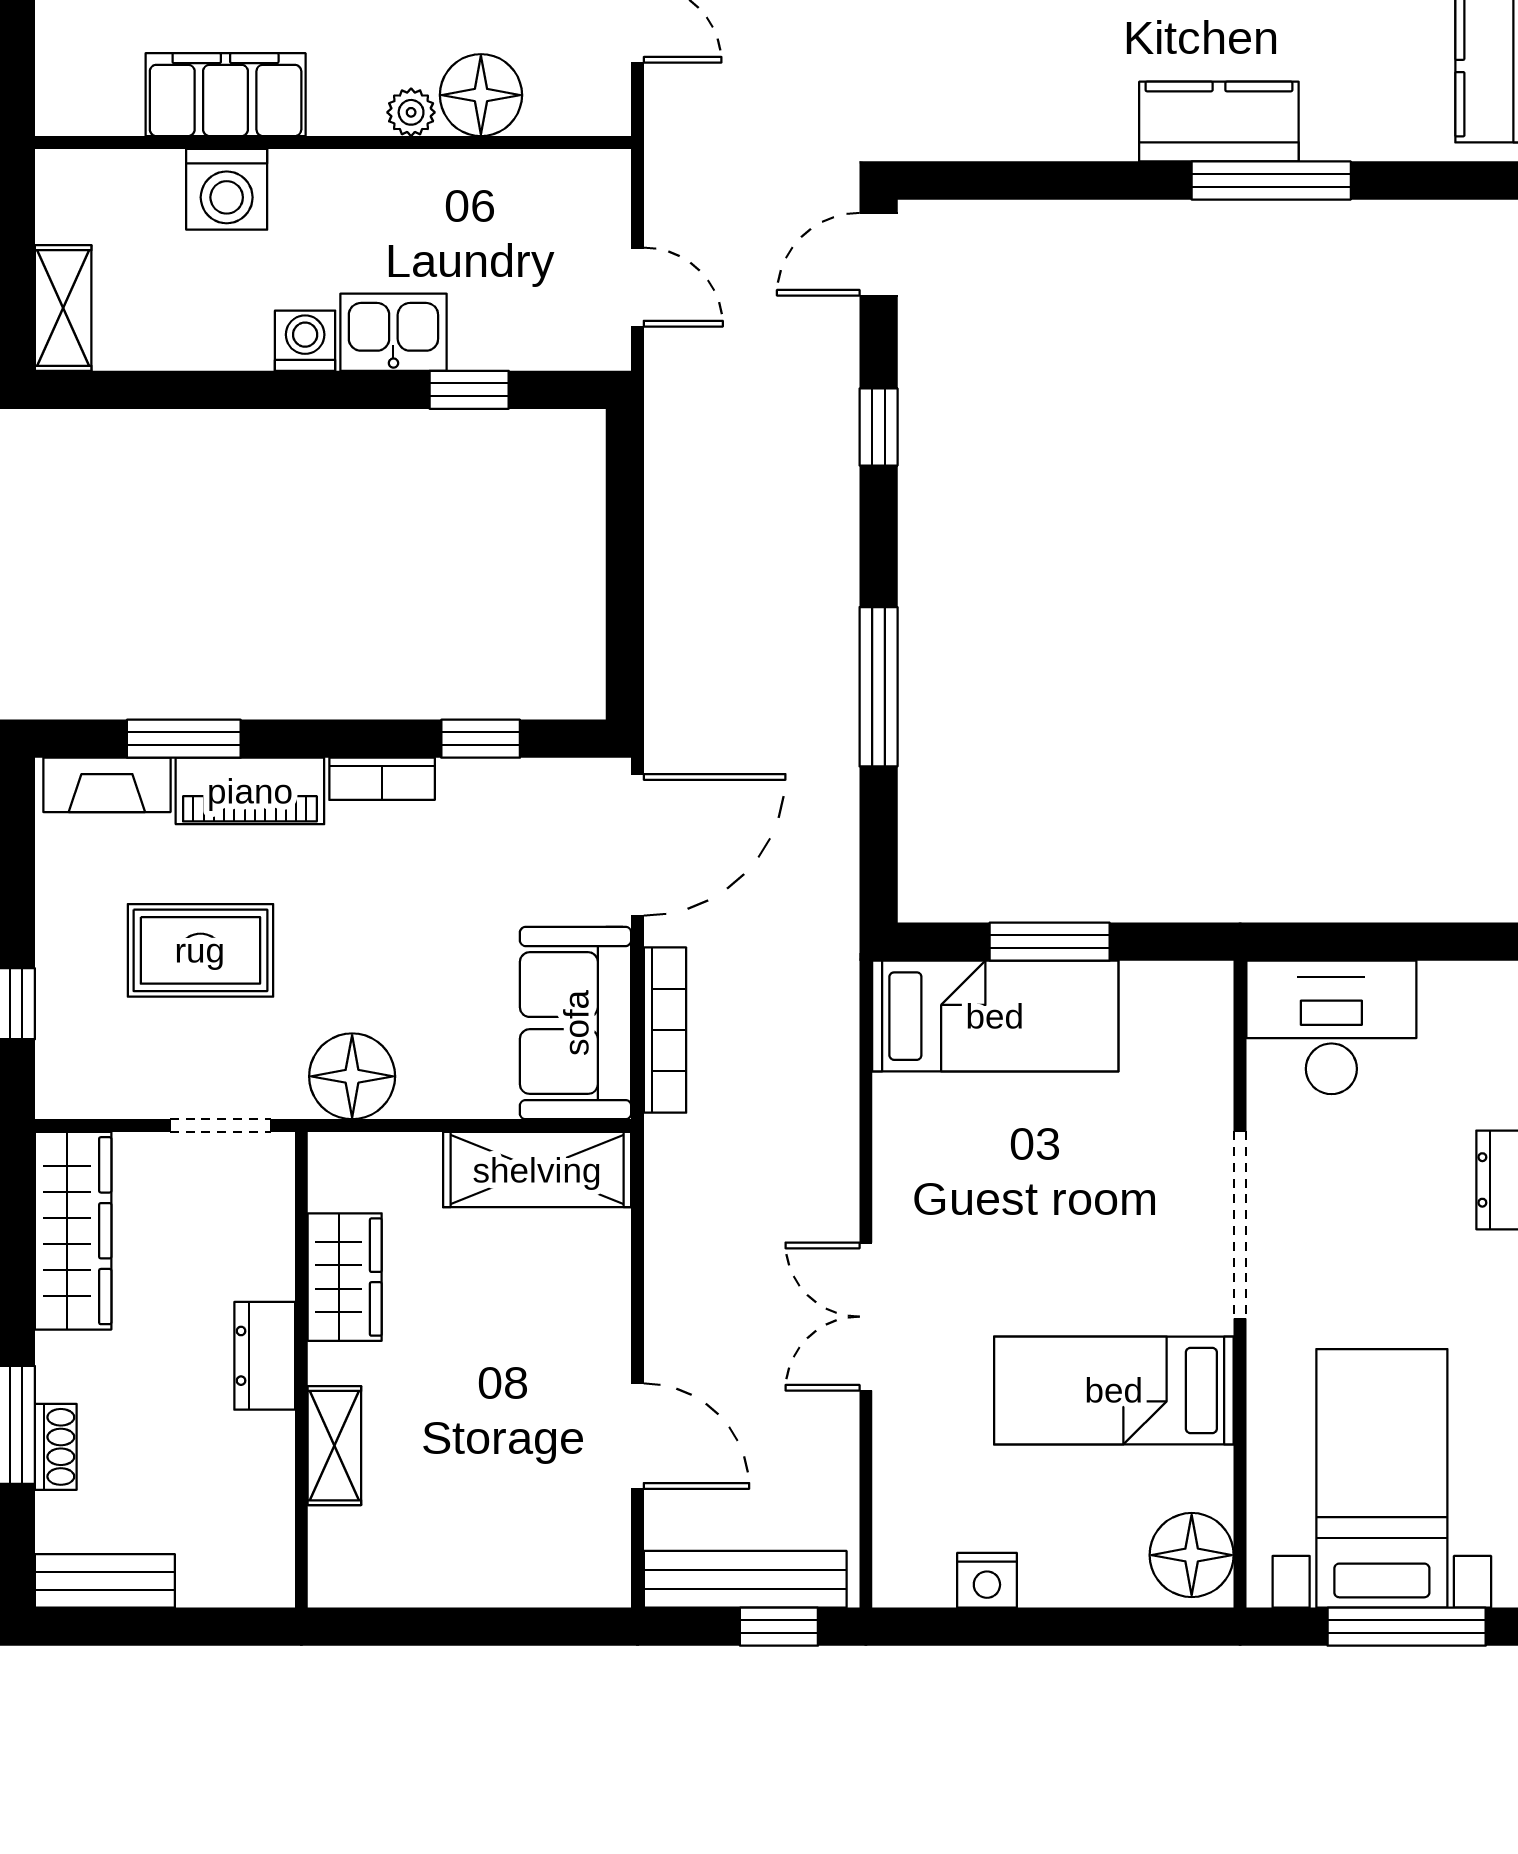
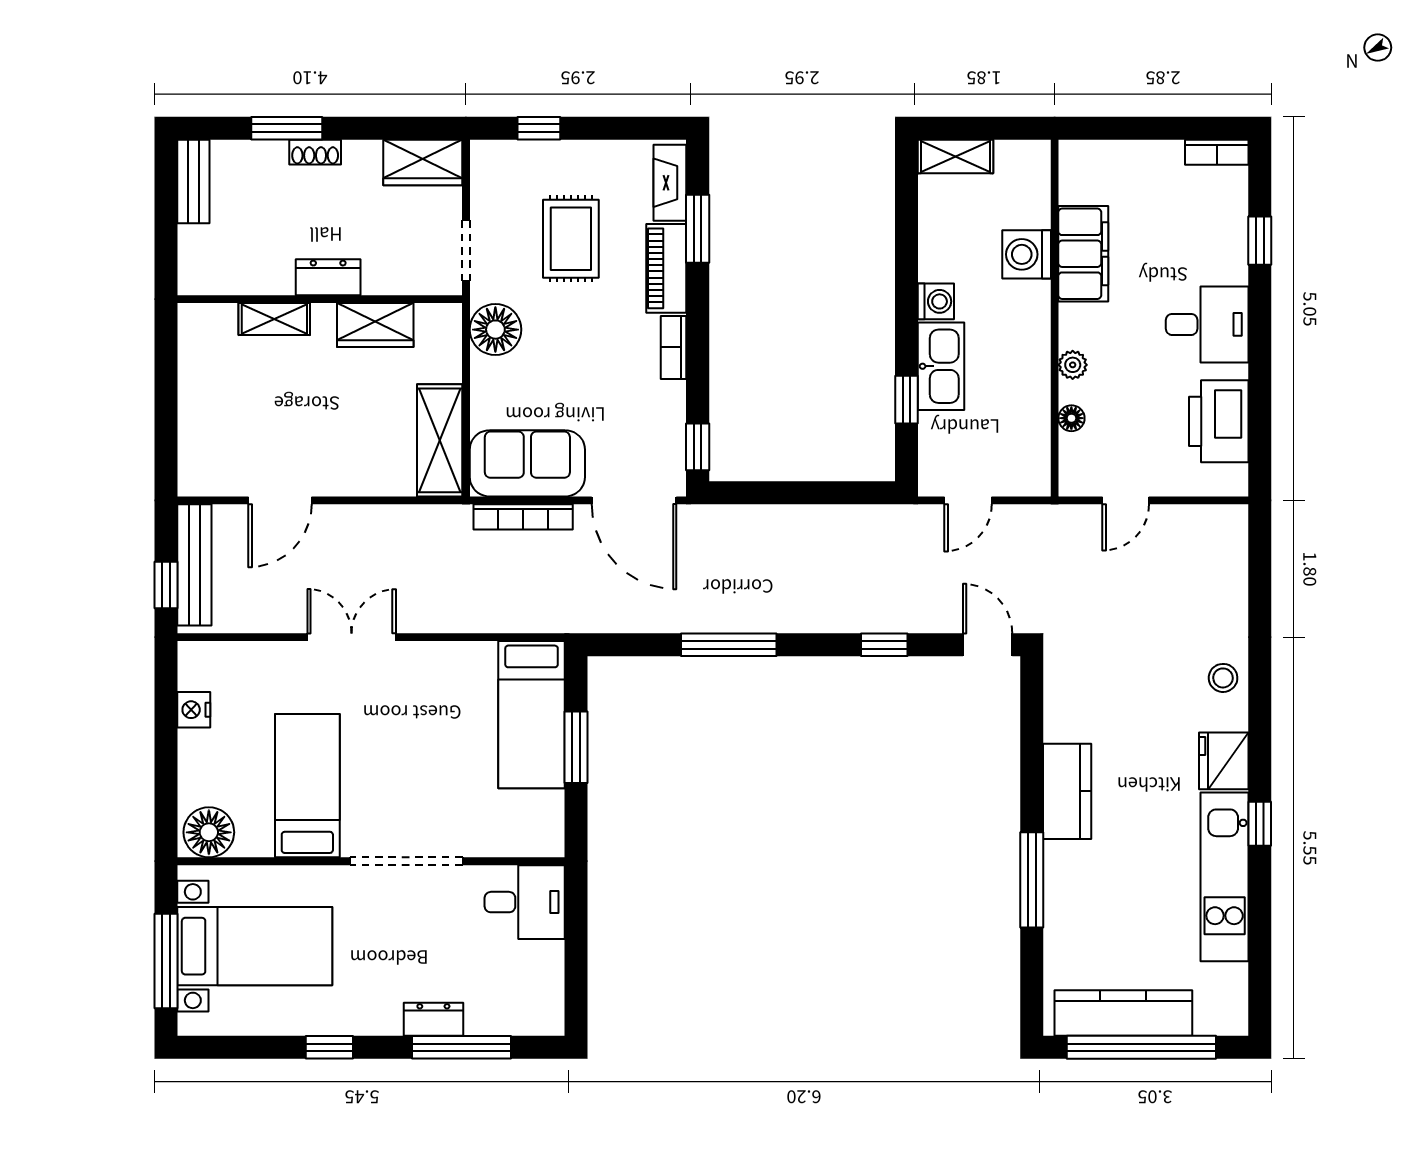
floor lamp: (481, 95) -> (1071, 418), width x0.53, depth x0.53
kitchen counter: (1219, 122) -> (1067, 791), moved
kitchen sink: (393, 332) -> (941, 366), width x1.38
window: (481, 739) -> (698, 447), moved
desk: (1331, 1027) -> (525, 902), width x0.73
wardrobe: (73, 1231) -> (423, 163), width x0.67
shoe rack: (56, 1447) -> (315, 152), moved

